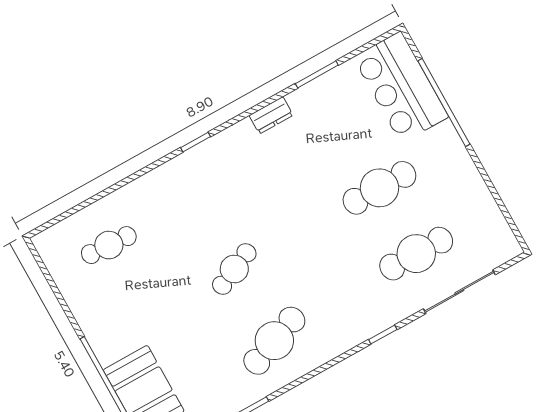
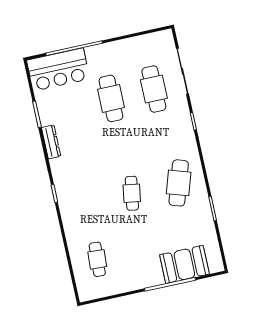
dresser: (271, 115) -> (51, 142), width x1.44
cafe table: (234, 269) -> (132, 193), turned 33
cafe table: (274, 341) -> (179, 183), turned 39

